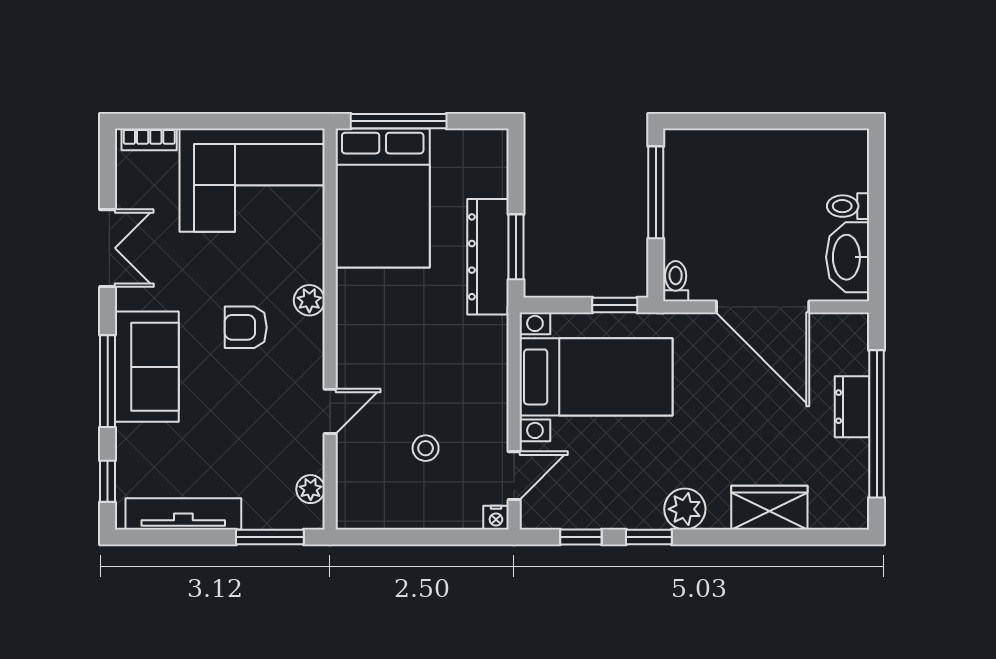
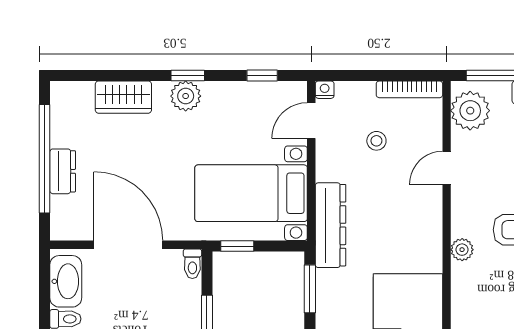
dresser: (488, 257) -> (331, 225), moved
plant: (311, 489) -> (470, 111), width x1.88, depth x1.88
bookcase: (381, 518) -> (409, 89), added
window: (649, 537) -> (188, 75), moved

